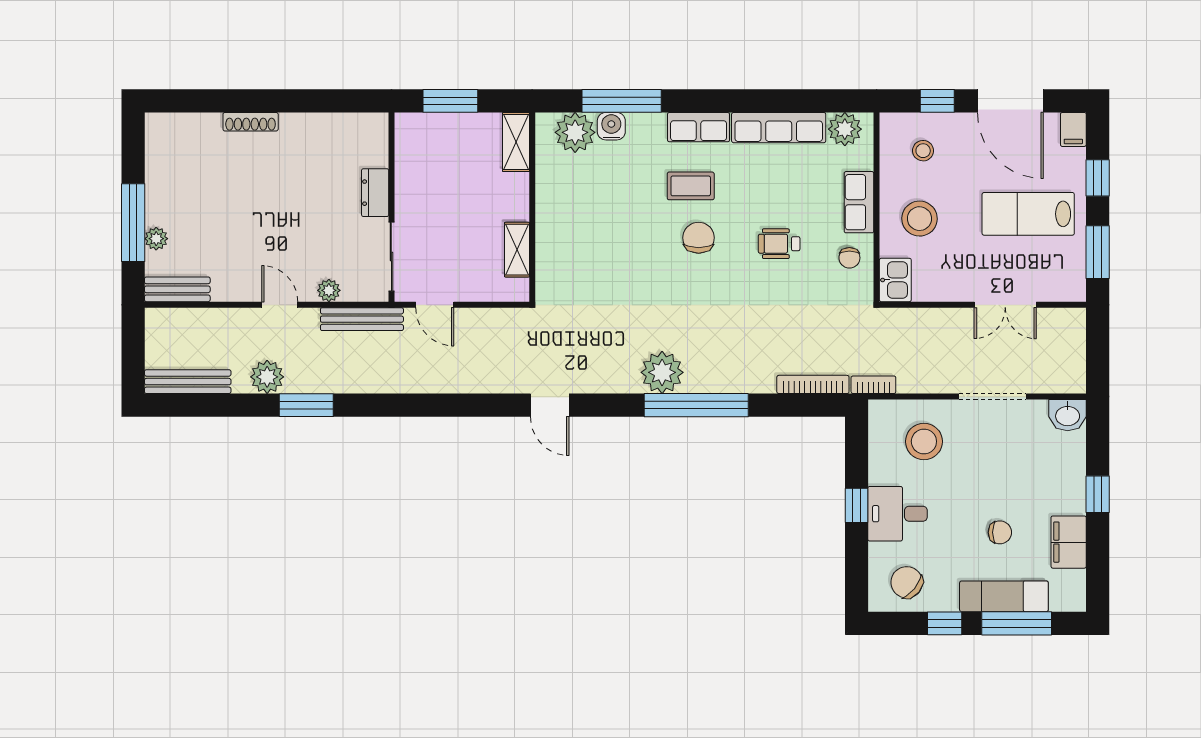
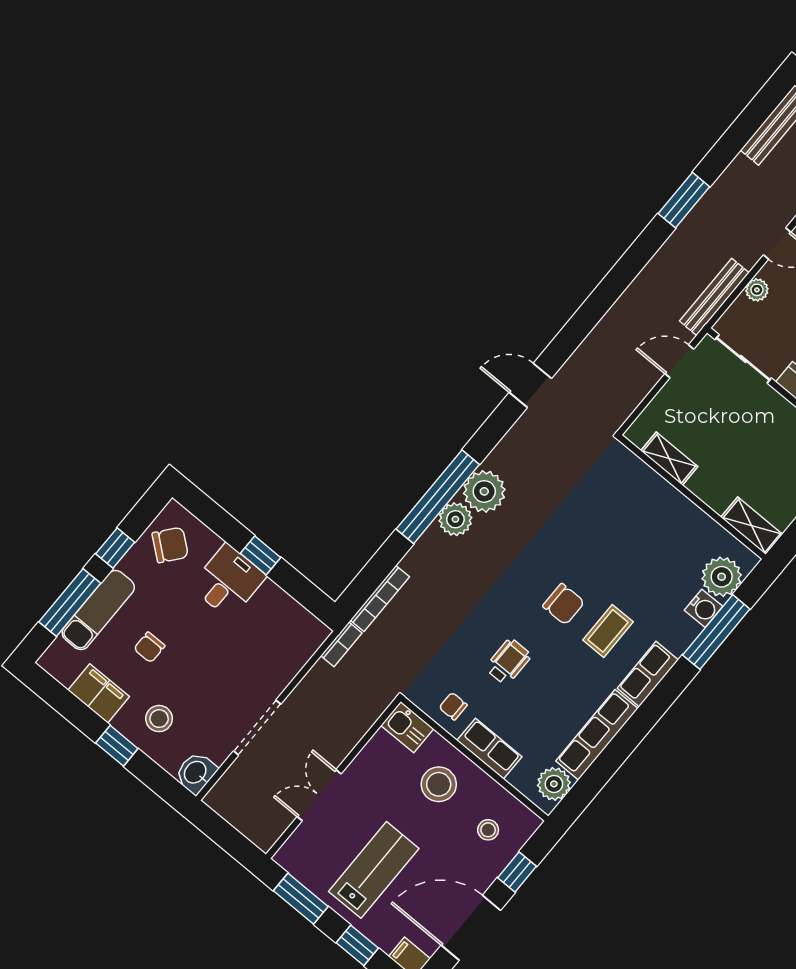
plant: (267, 377) -> (455, 519), moved
stool: (924, 441) -> (159, 719), moved, width x0.73, depth x0.73

